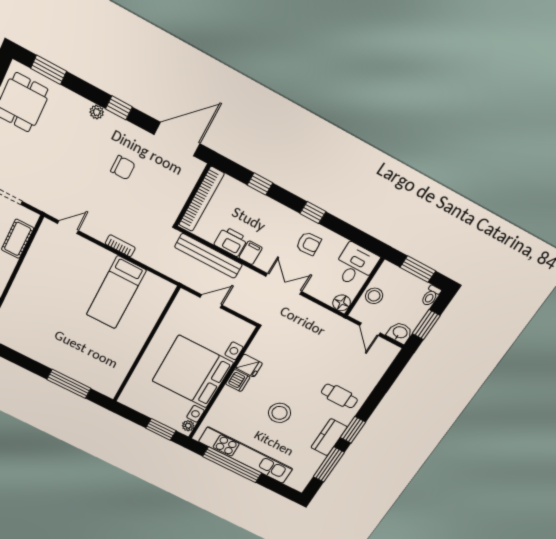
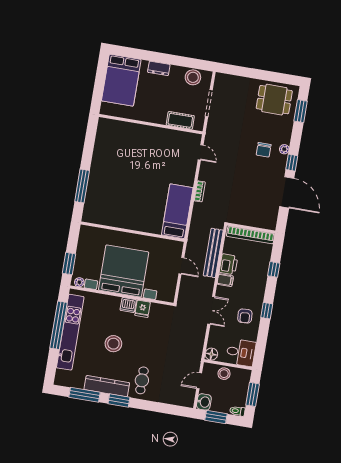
door: (177, 139) -> (287, 192), moved
chair: (123, 168) -> (264, 150), moved
bed: (116, 292) -> (177, 211), moved, turned 90
kitchen counter: (329, 437) -> (107, 386), width x1.50

